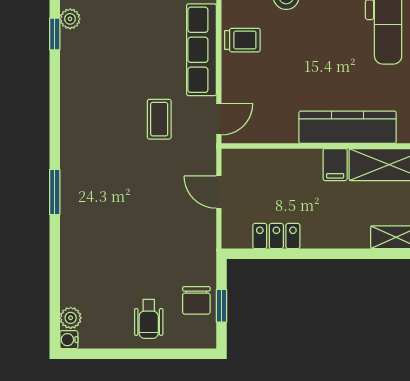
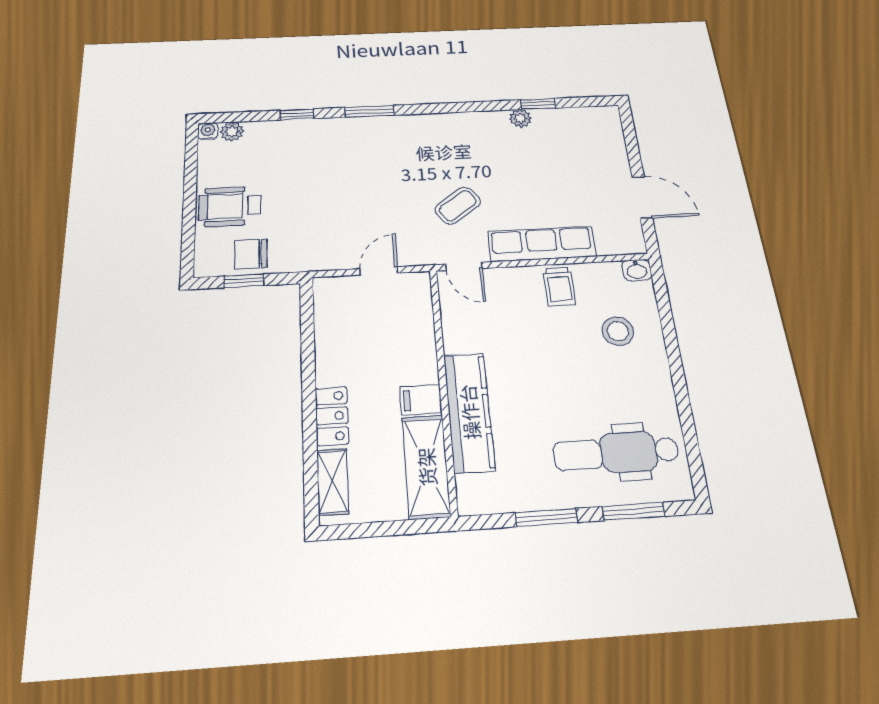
plant: (70, 19) -> (520, 118), moved
coffee table: (159, 119) -> (458, 206), turned -36
locker: (276, 236) -> (332, 416), moved
window: (55, 259) -> (297, 114), added
wheelchair: (149, 319) -> (230, 206), width x1.36, depth x1.37

